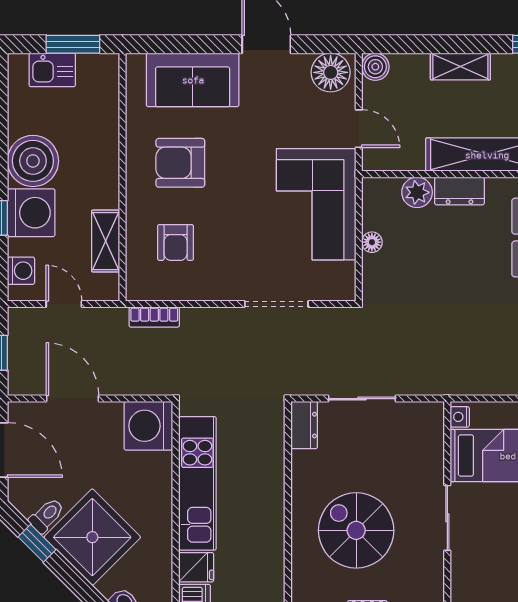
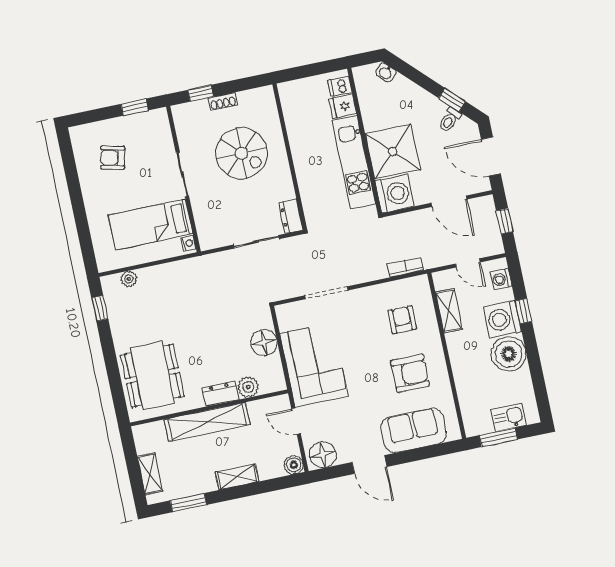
floor lamp: (372, 242) -> (264, 343), width x1.89, depth x1.89
shower: (92, 537) -> (393, 152), moved, turned 45

